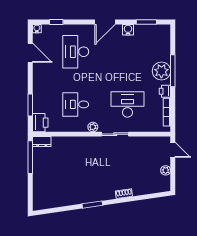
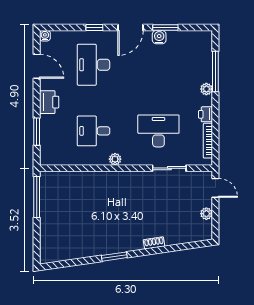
window: (56, 22) -> (94, 27), moved
window: (146, 22) -> (165, 27), moved
plant: (161, 71) -> (206, 89), width x0.53, depth x0.53
window: (173, 71) -> (215, 71), moved
printer: (40, 123) -> (49, 102), moved
sliding door: (115, 134) -> (169, 168), moved
dresser: (42, 142) -> (51, 178), removed

